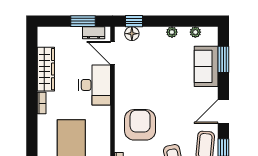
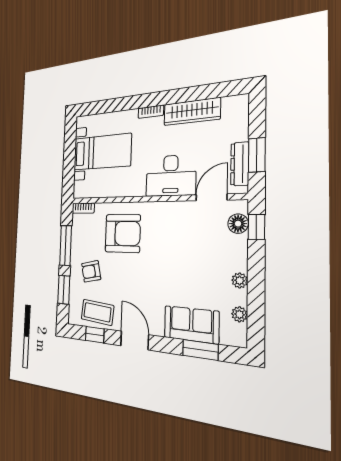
dresser: (94, 33) -> (240, 164), width x1.44

